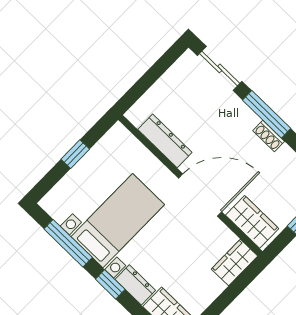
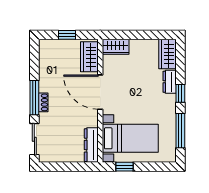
shoe rack: (269, 136) -> (43, 102), moved
dresser: (165, 141) -> (91, 145), moved
window: (75, 154) -> (125, 167), moved
bed with nightstands: (118, 221) -> (130, 138), moved, turned 180

